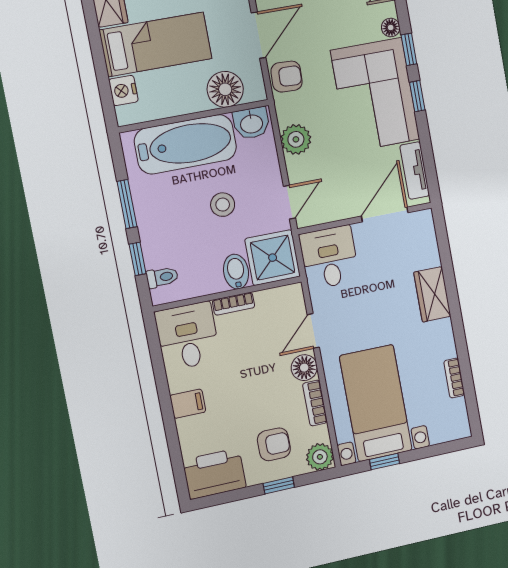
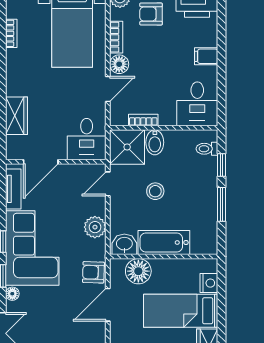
bathtub: (185, 144) -> (164, 242), width x0.73, depth x0.73
wardrobe: (432, 294) -> (16, 116), moved
bookcase: (234, 304) -> (143, 120), moved

